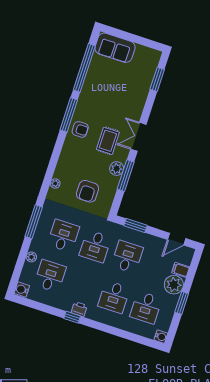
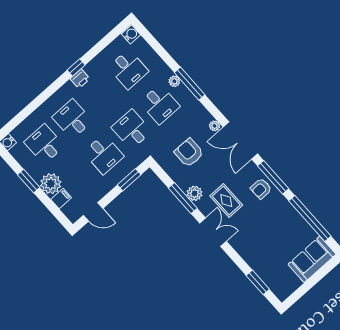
armchair: (80, 129) -> (261, 189), moved
double door: (55, 157) -> (240, 140), added
door: (177, 239) -> (93, 212), swing flipped
plant: (31, 257) -> (174, 81), moved

